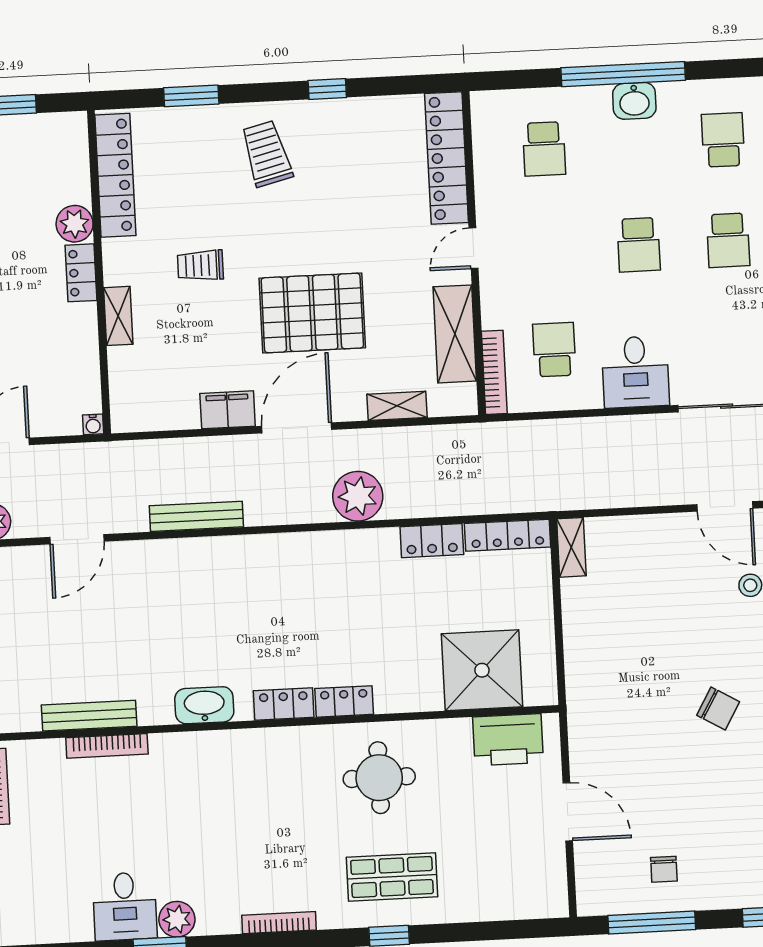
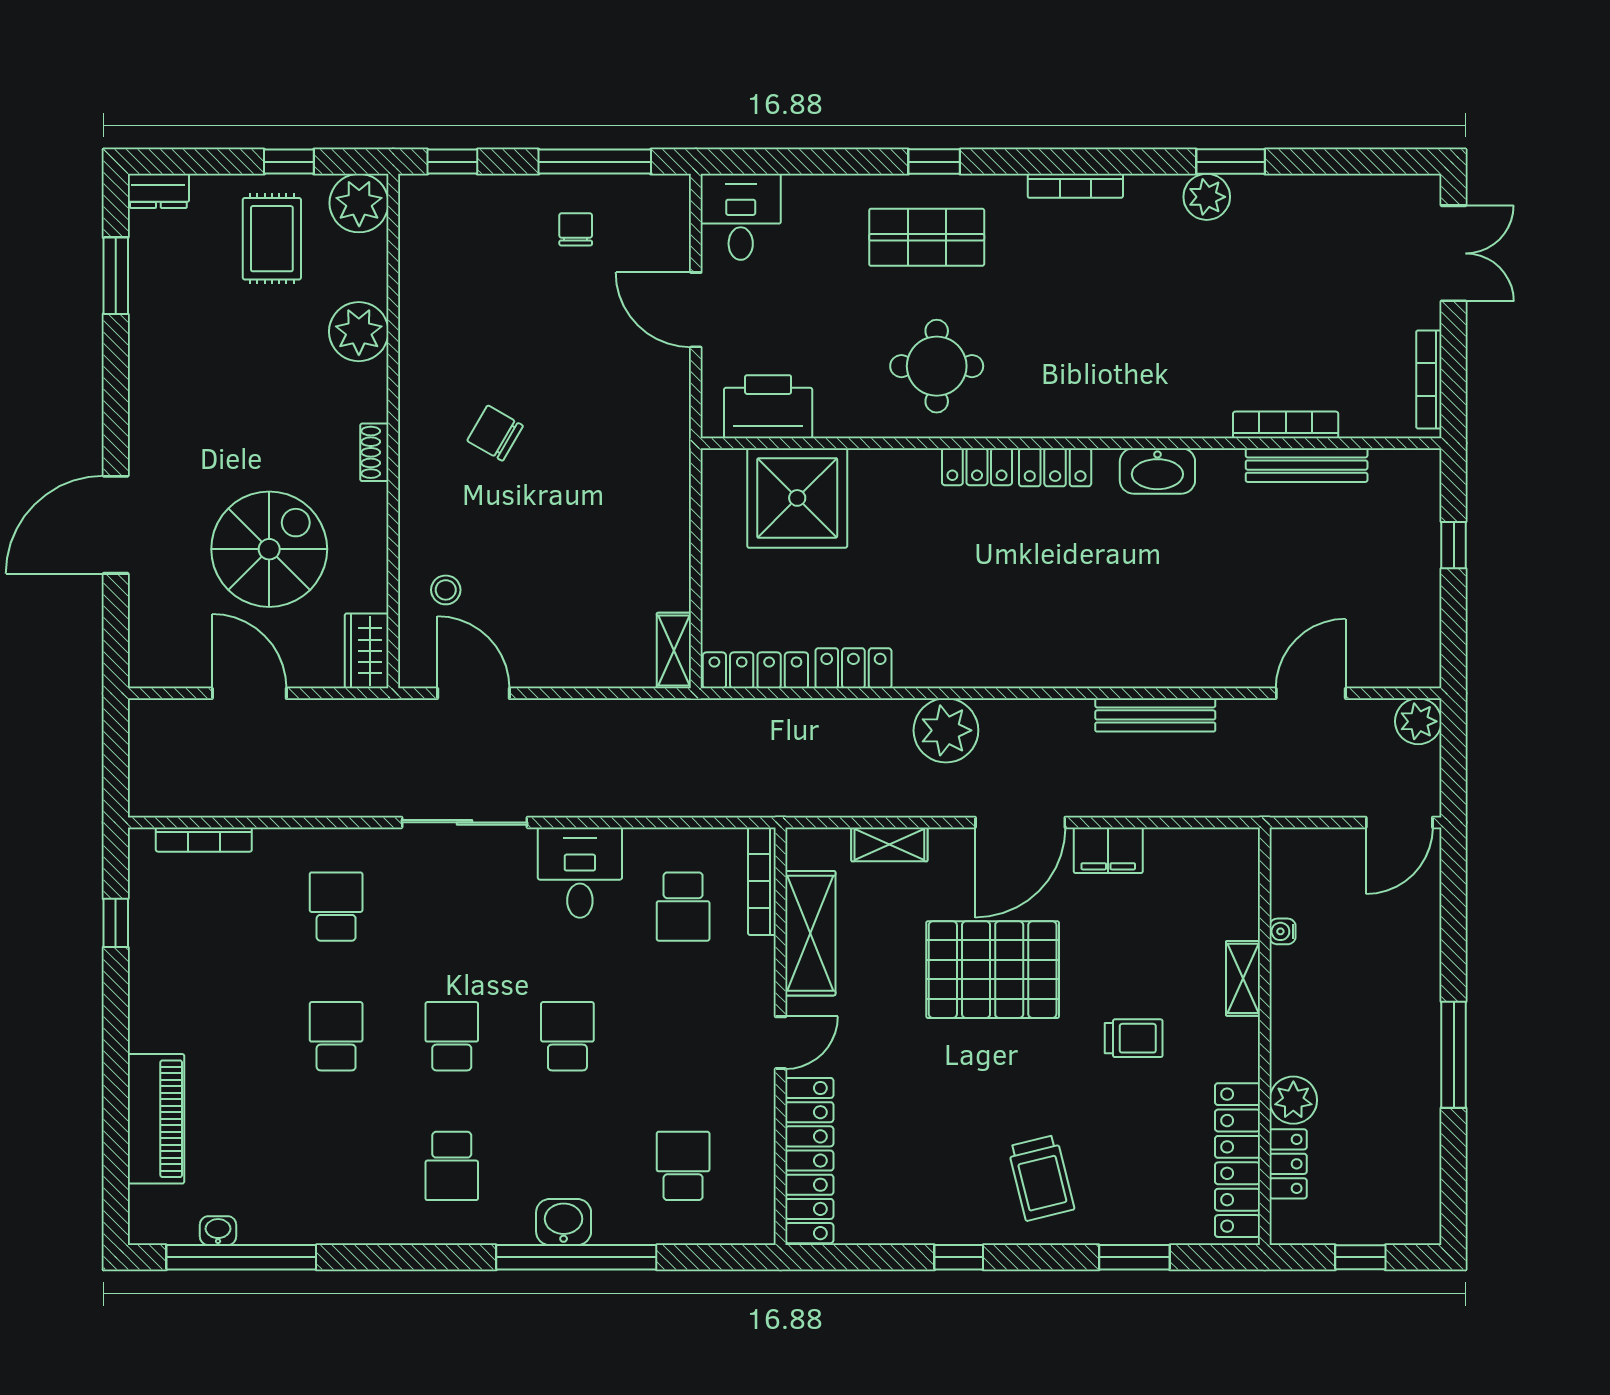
locker: (81, 273) -> (1288, 1164), moved
water cooler: (93, 424) -> (1282, 931), moved, turned -90
desk: (125, 906) -> (741, 217), moved

